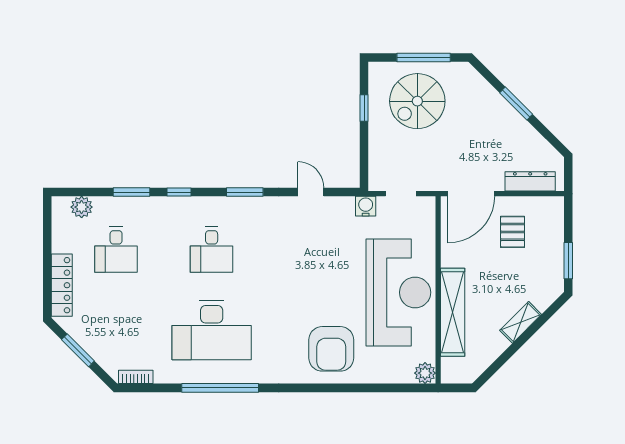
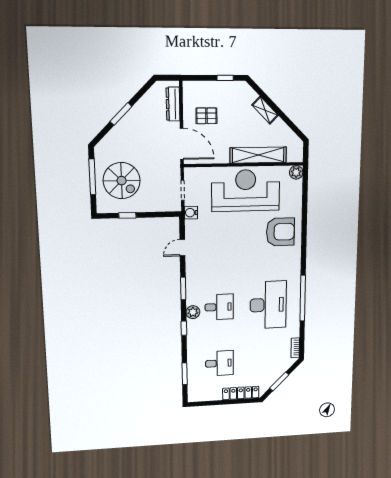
window: (132, 192) -> (185, 374), moved
plant: (82, 207) -> (193, 312), moved
window: (568, 261) -> (225, 78), width x0.67

